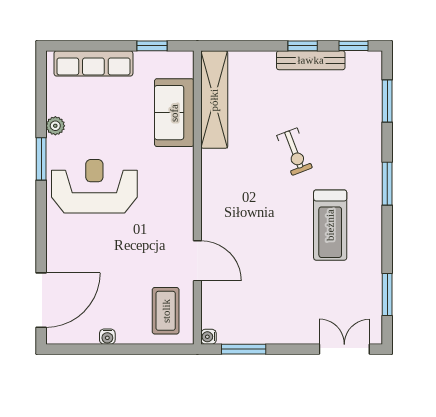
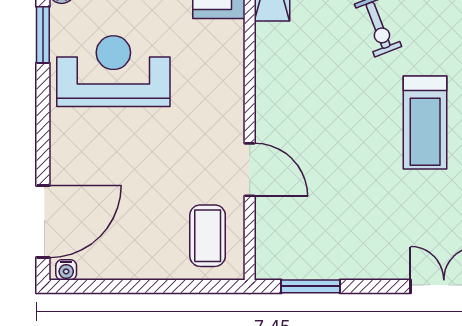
water cooler: (107, 337) -> (66, 270), moved
water cooler: (209, 337) -> (264, 270), removed

